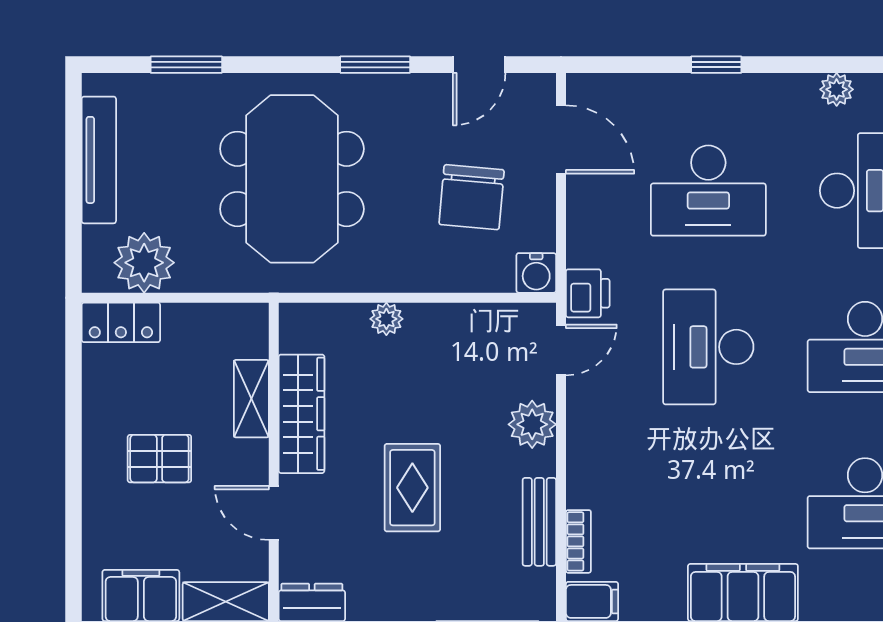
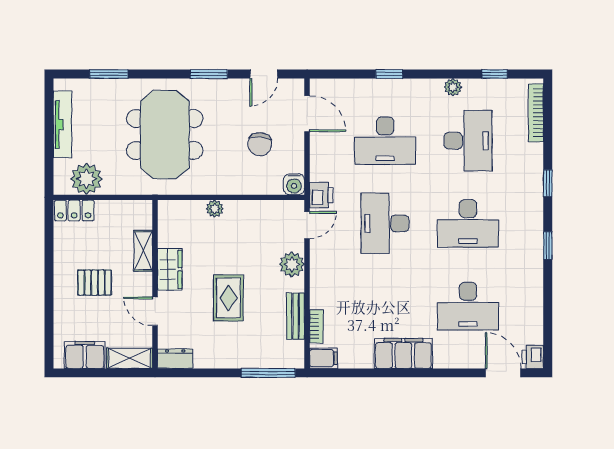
chair: (472, 197) -> (260, 144), width x0.73, depth x0.73
wardrobe: (302, 414) -> (170, 269), width x0.67

